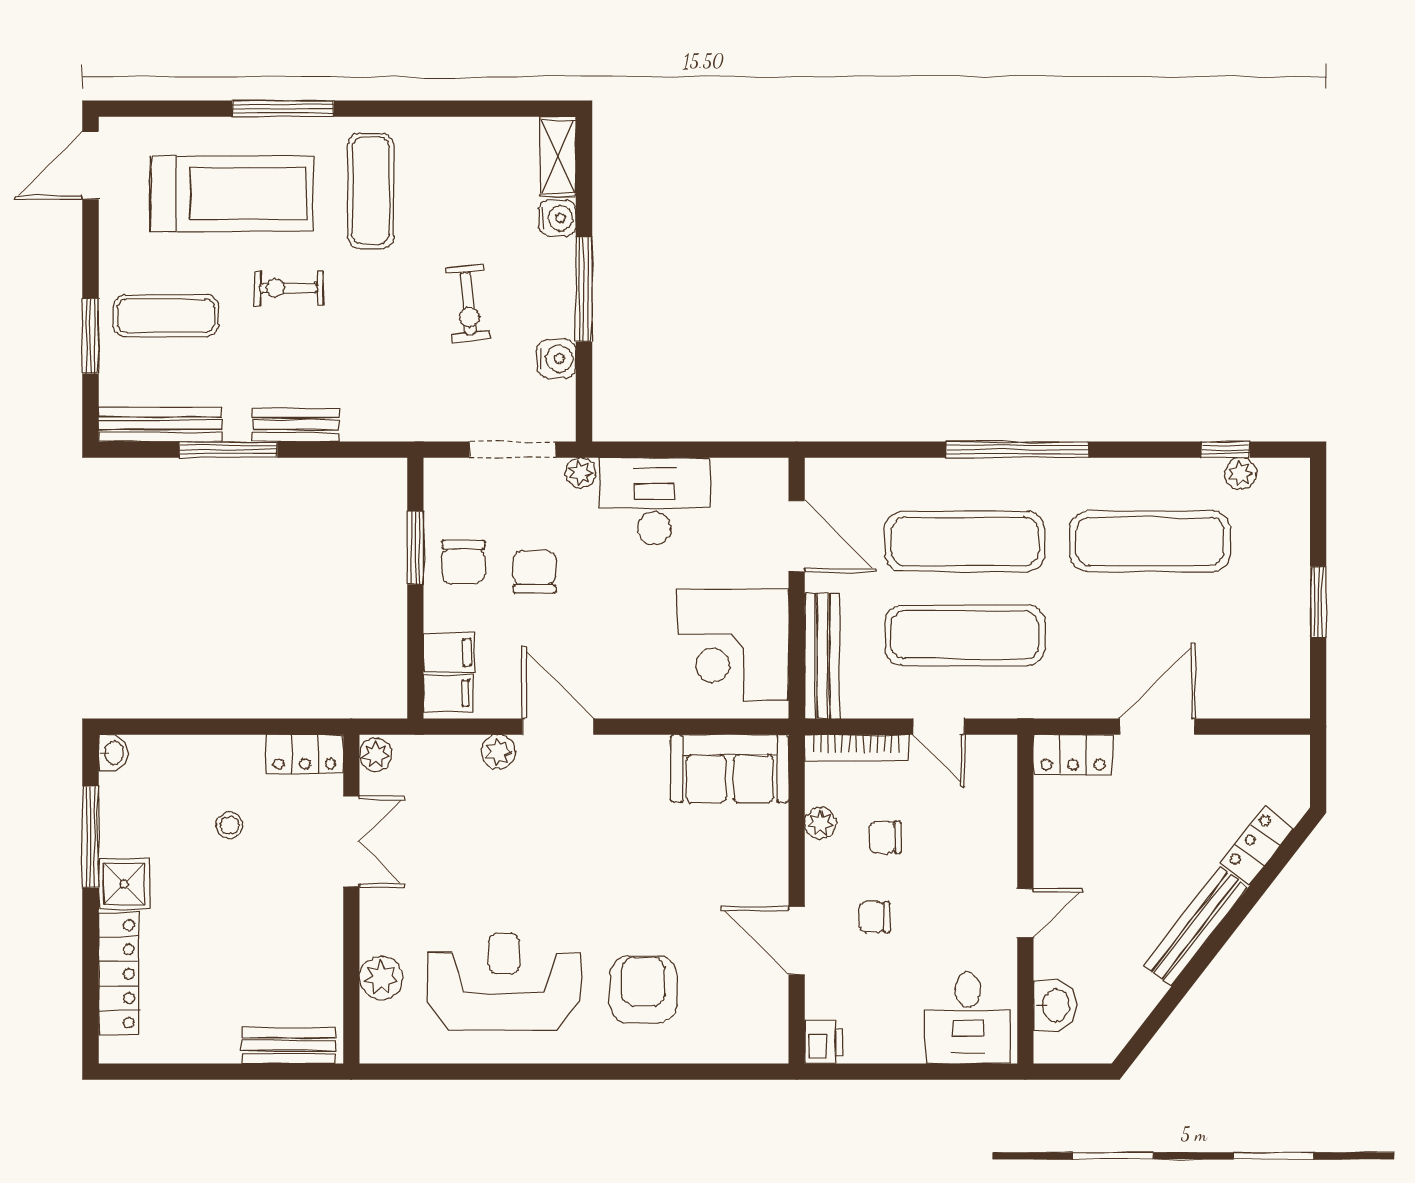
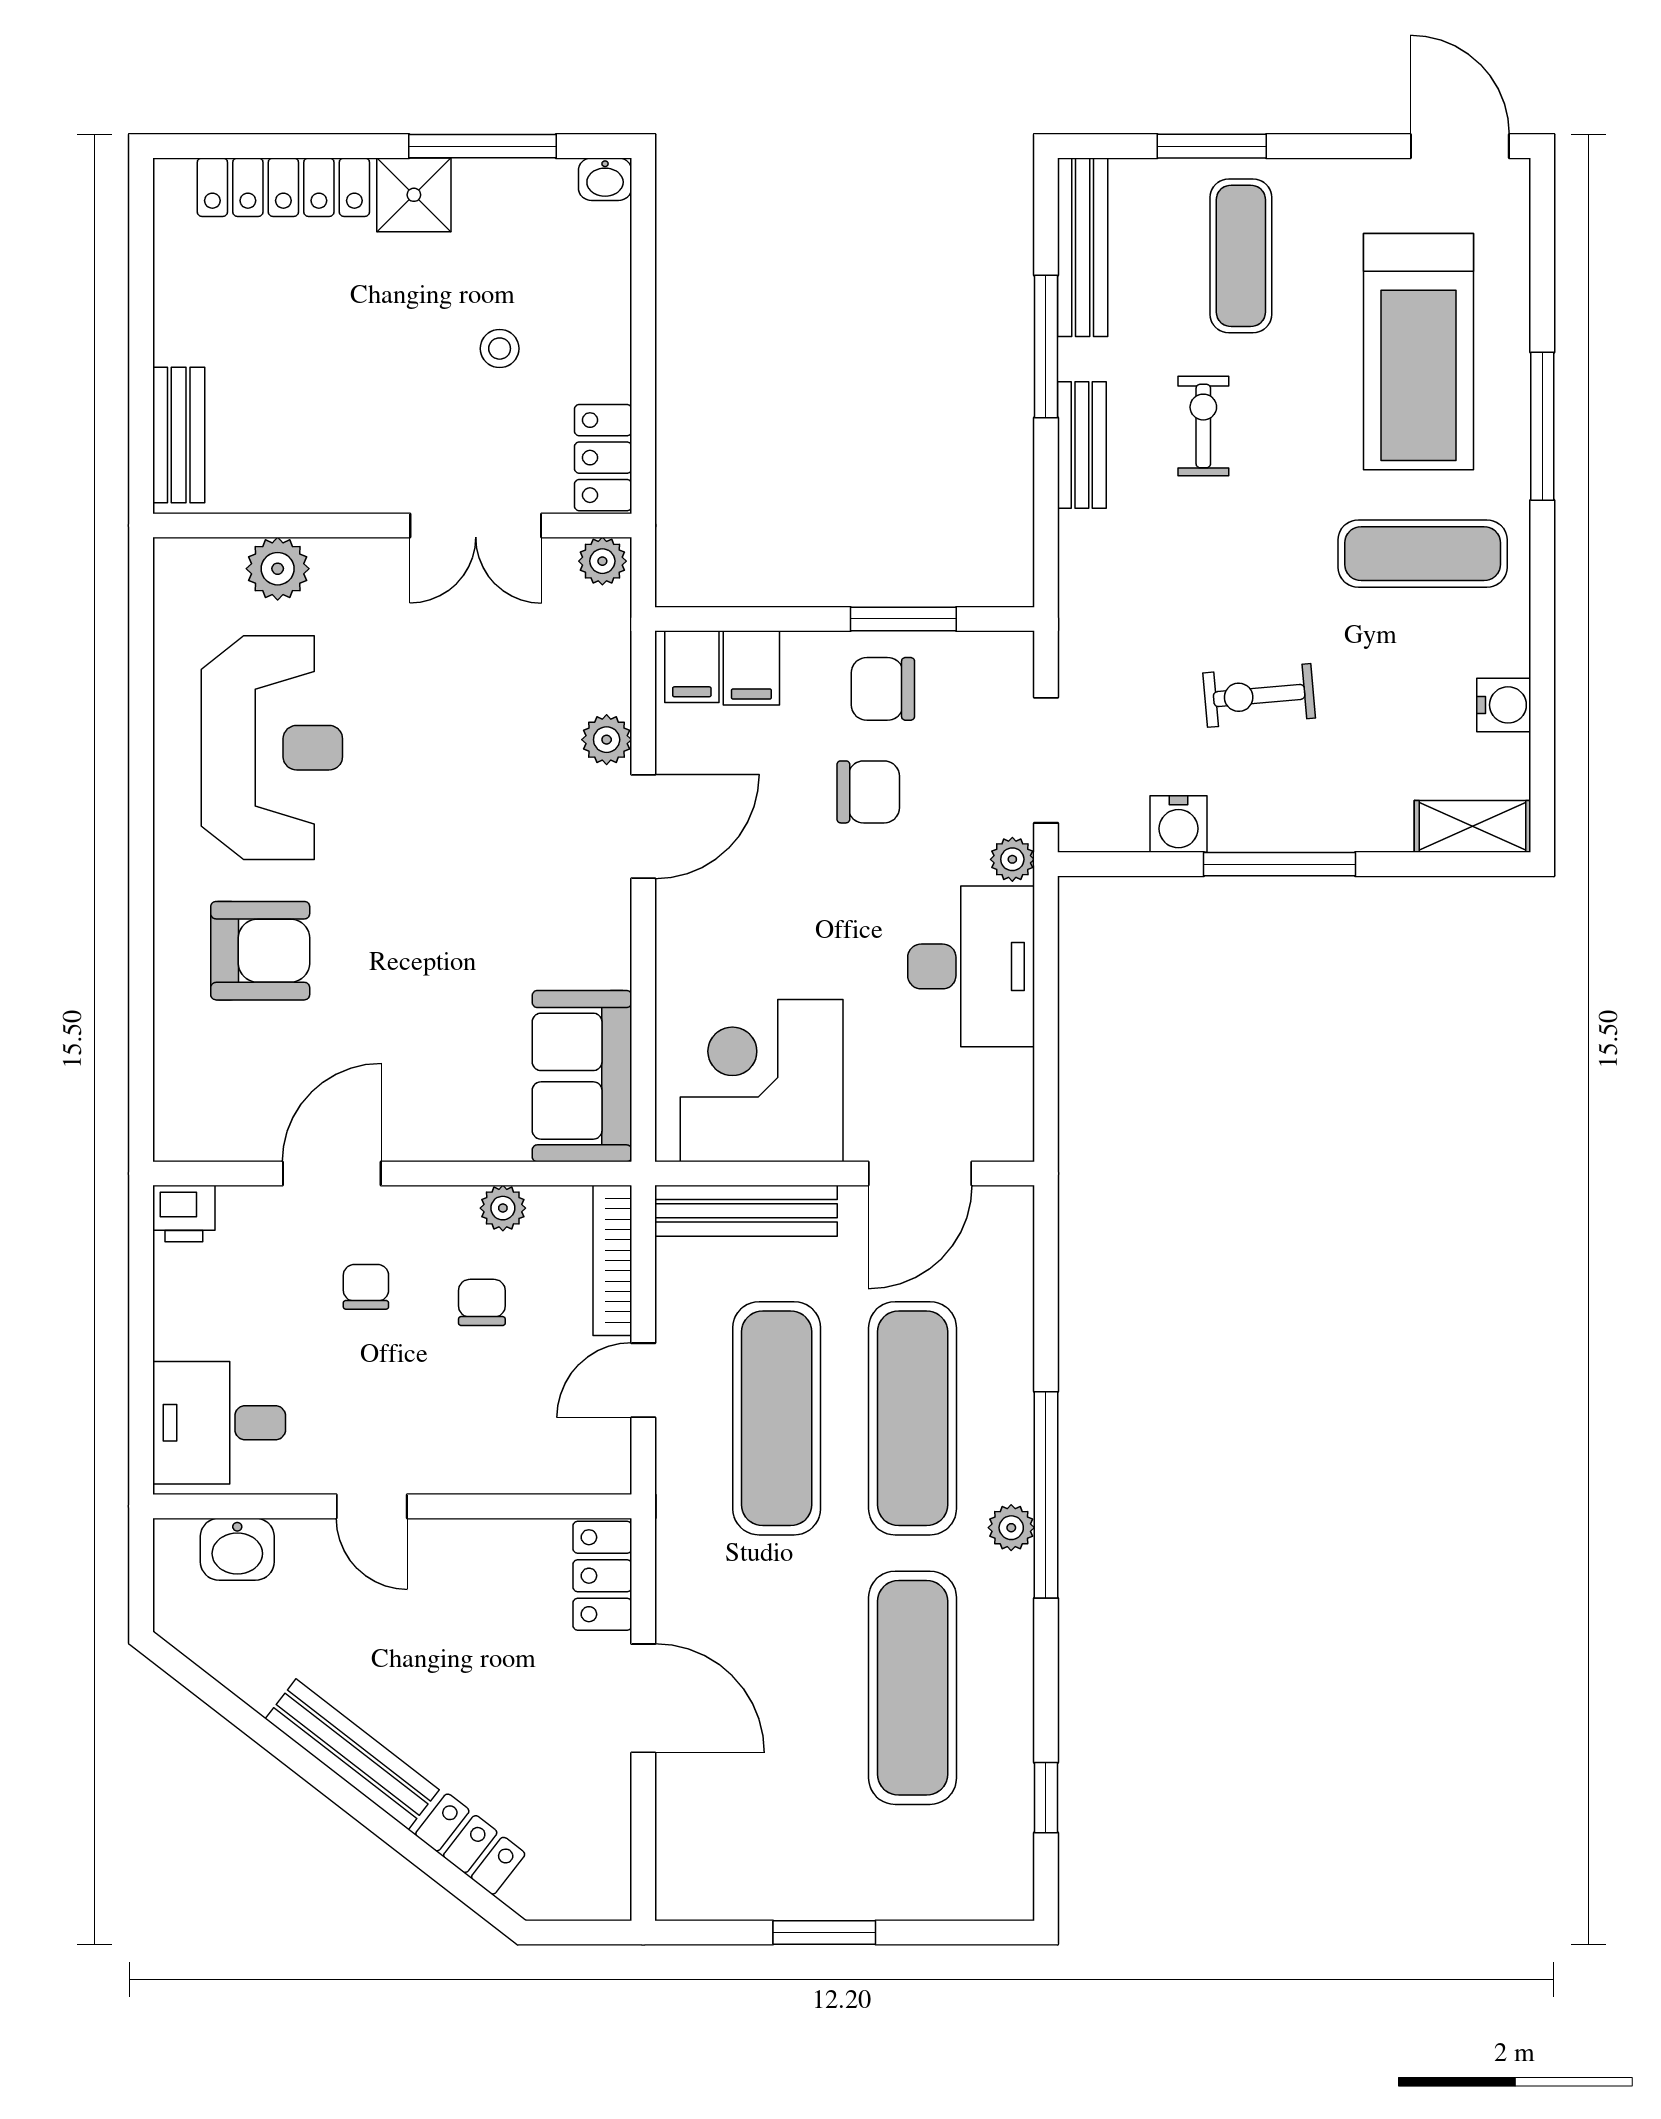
water cooler: (558, 218) -> (1504, 705), moved, turned -90
exercise bike: (288, 288) -> (1203, 426), moved
plant: (1240, 474) -> (1011, 1528), moved

